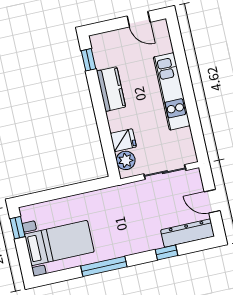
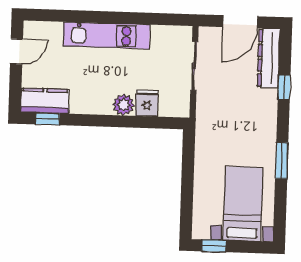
kitchen counter: (111, 89) -> (45, 101), moved
plant: (126, 160) -> (124, 105), moved
door: (212, 201) -> (240, 22), width x1.38
window: (104, 266) -> (282, 161), width x0.69

